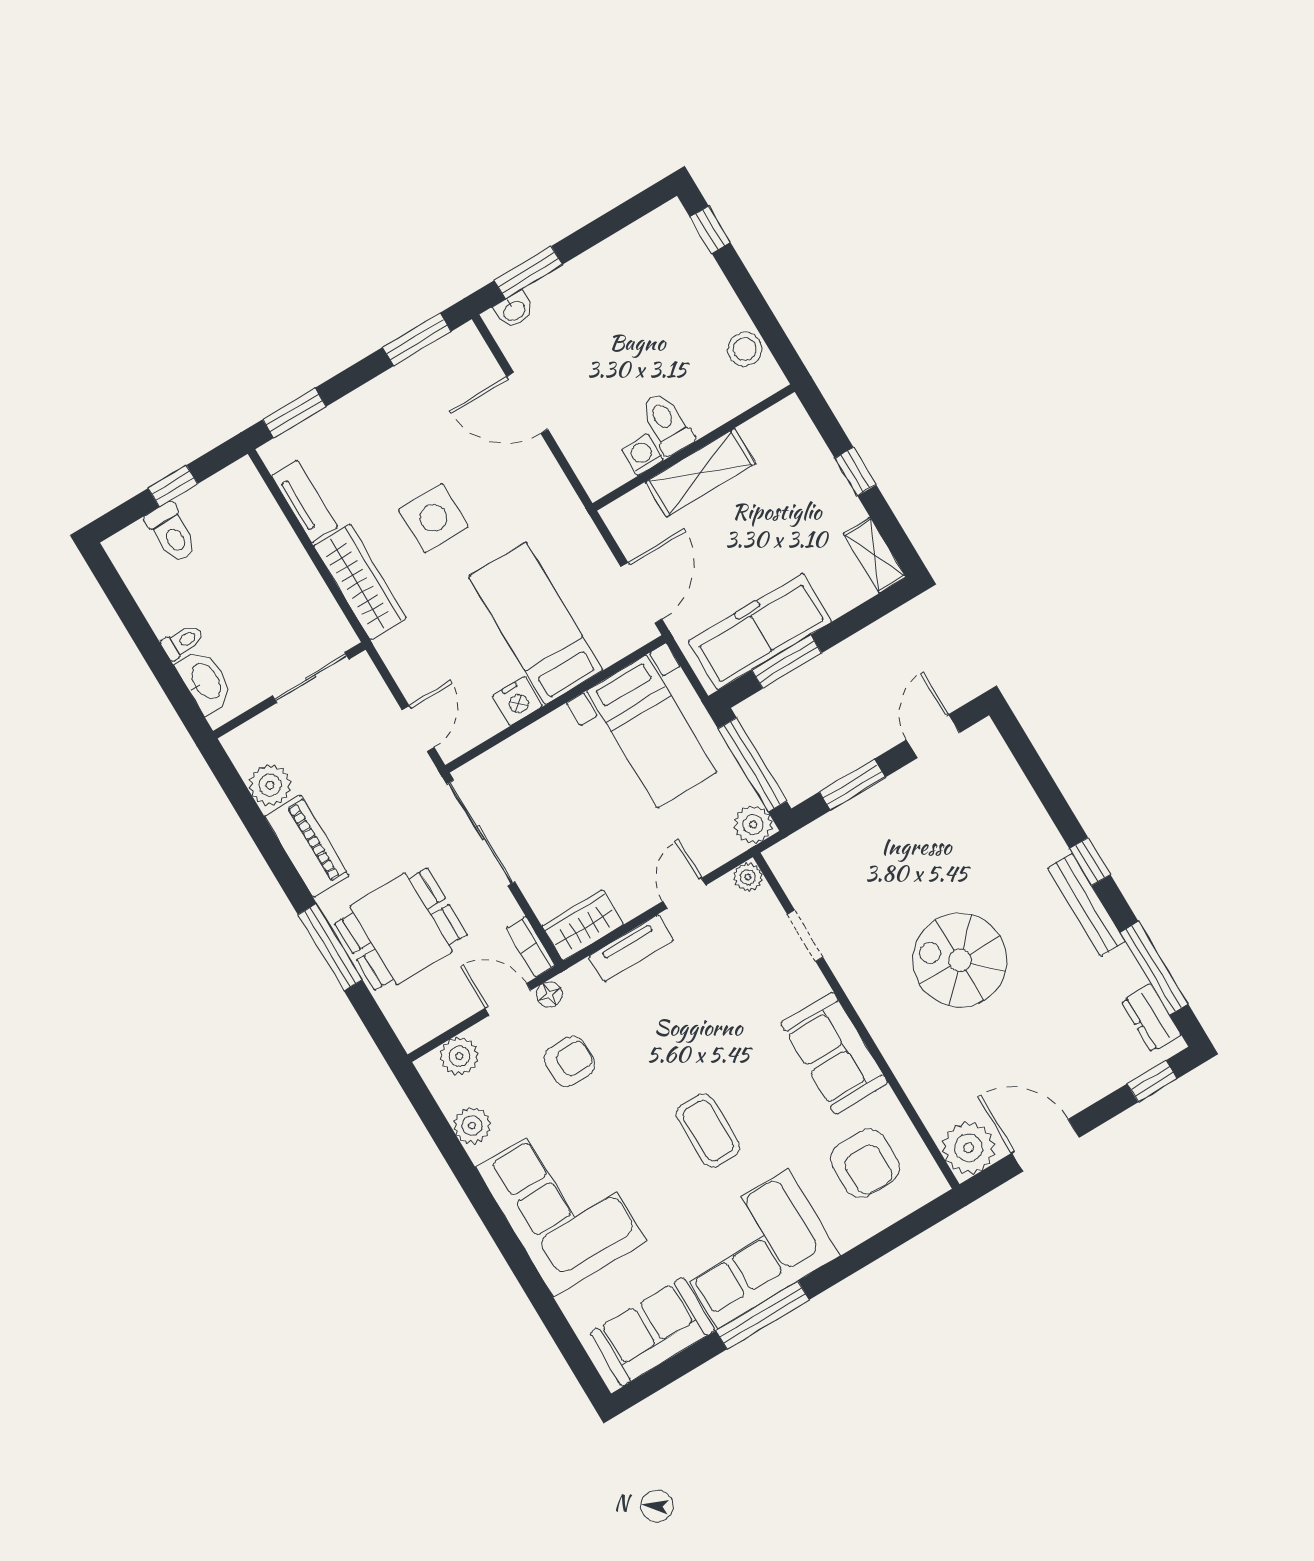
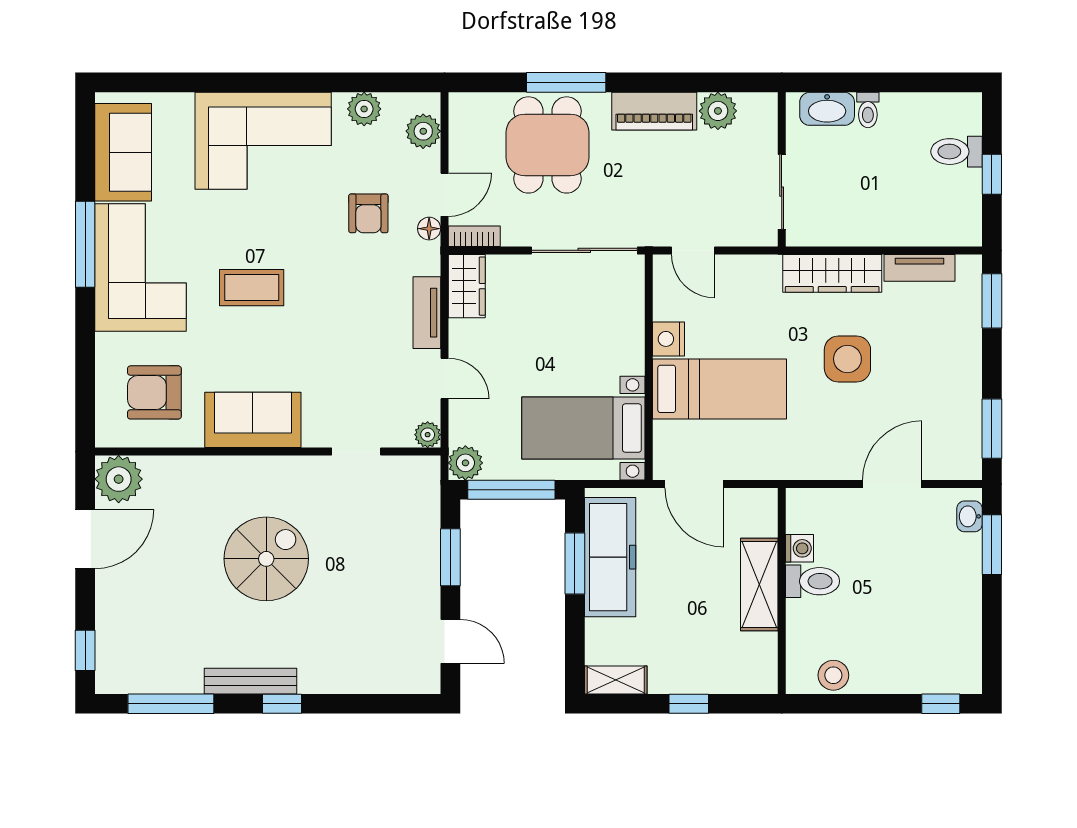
dresser: (1151, 1018) -> (134, 679), removed

